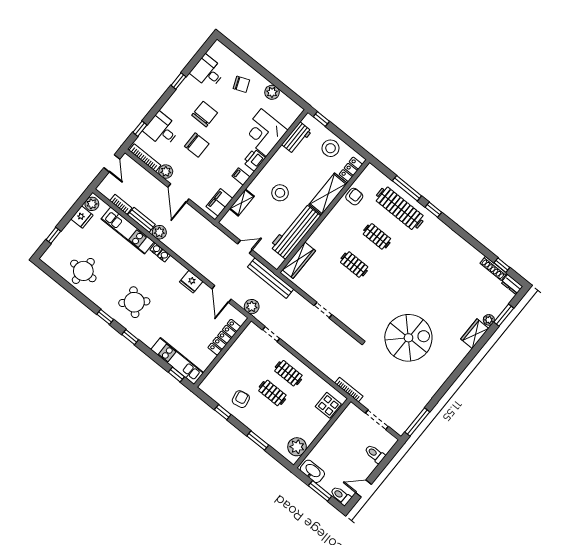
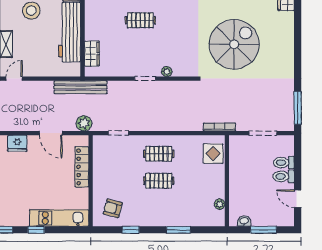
door: (245, 247) -> (14, 79), moved
wardrobe: (299, 260) -> (92, 54), width x0.67
plant: (343, 318) -> (167, 71), added
window: (176, 375) -> (36, 230), moved
armchair: (241, 399) -> (113, 208), moved, turned -63
plant: (297, 447) -> (220, 204), width x0.53, depth x0.53
washbasin: (312, 471) -> (244, 221), width x0.52, depth x0.69
door: (363, 488) -> (298, 199), hinge flipped
toilet: (341, 496) -> (284, 176), moved

